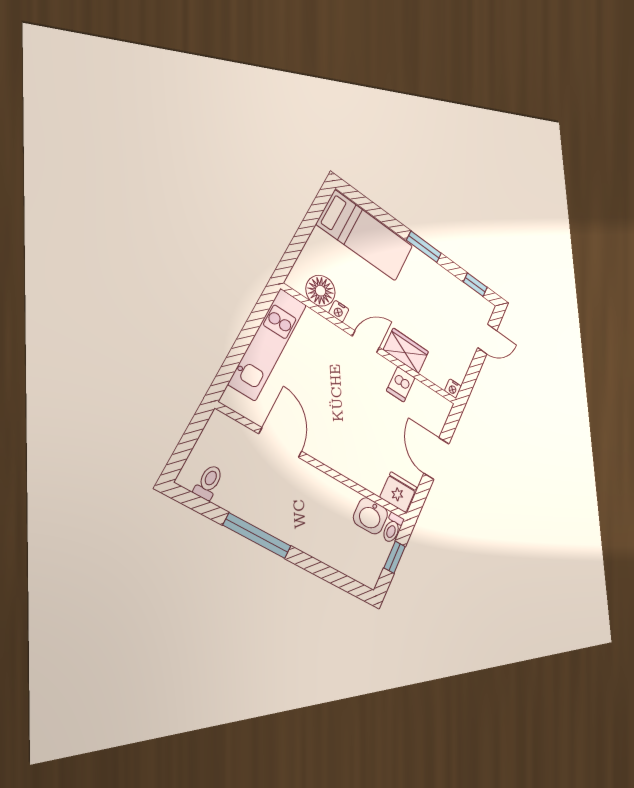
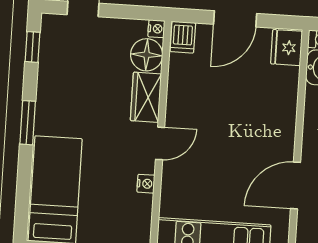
floor lamp: (321, 291) -> (147, 55), moved
door: (366, 342) -> (160, 143), swing flipped
dishwasher: (401, 384) -> (183, 37), moved, turned 90

